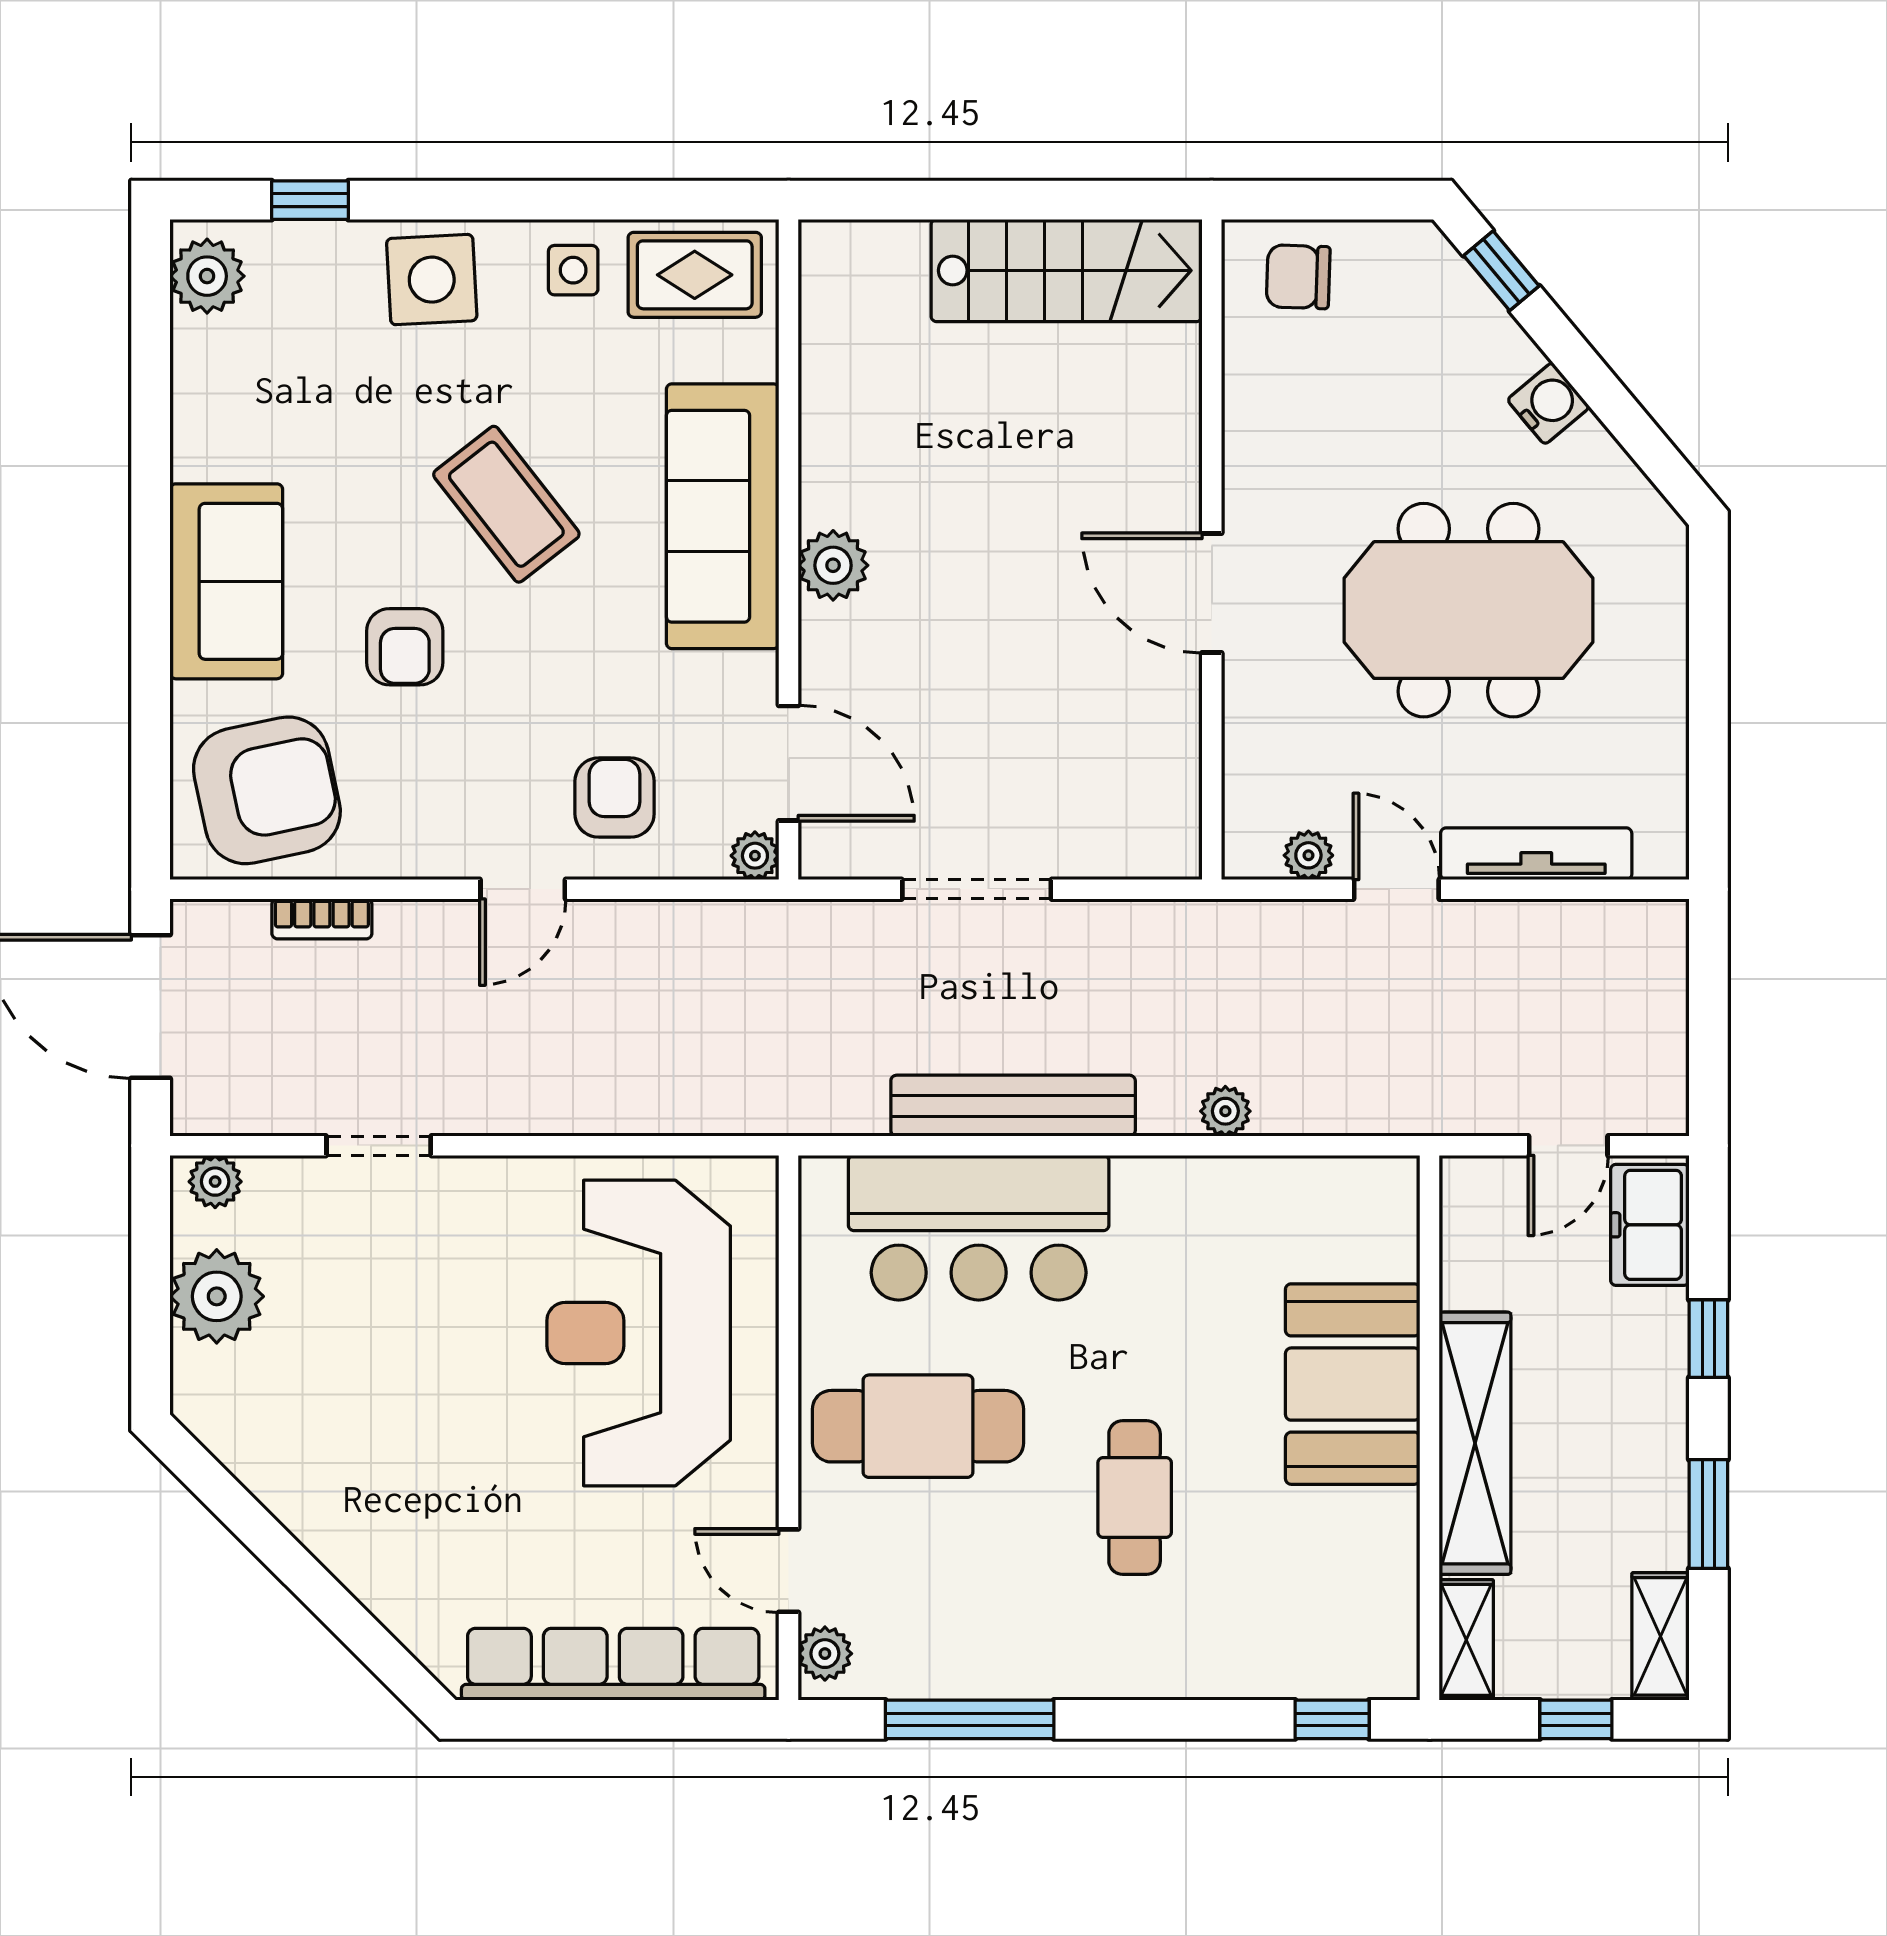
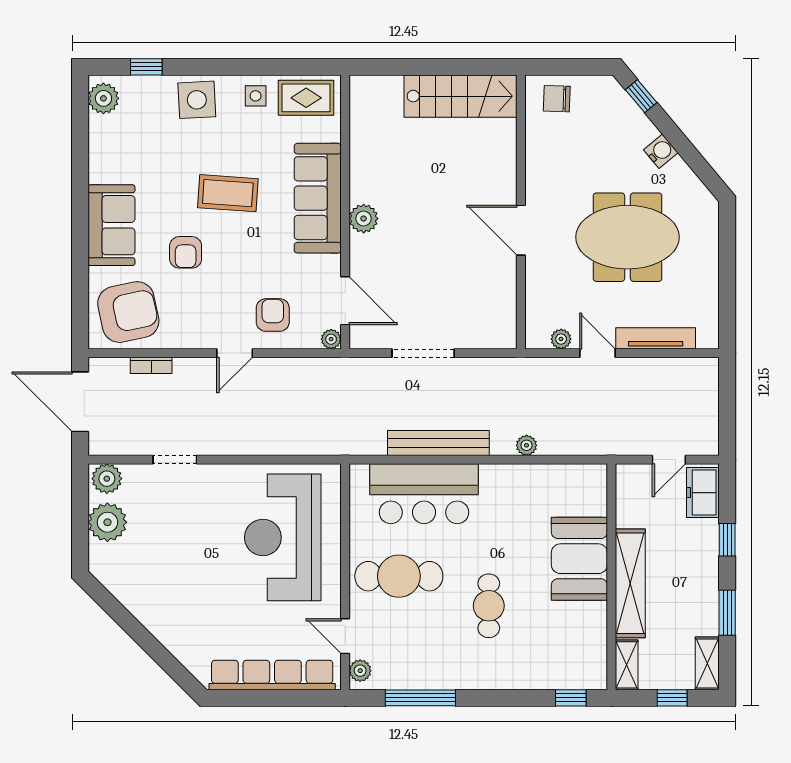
coffee table: (506, 504) -> (228, 193), turned -48
plant: (215, 1182) -> (107, 479), width x1.38, depth x1.38

